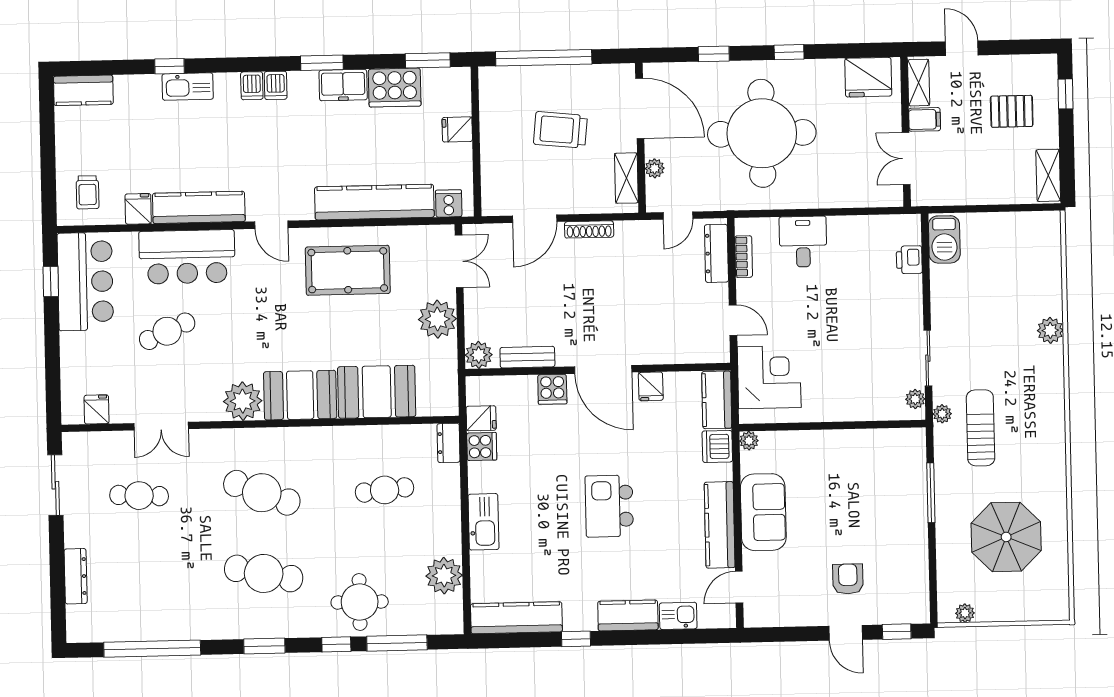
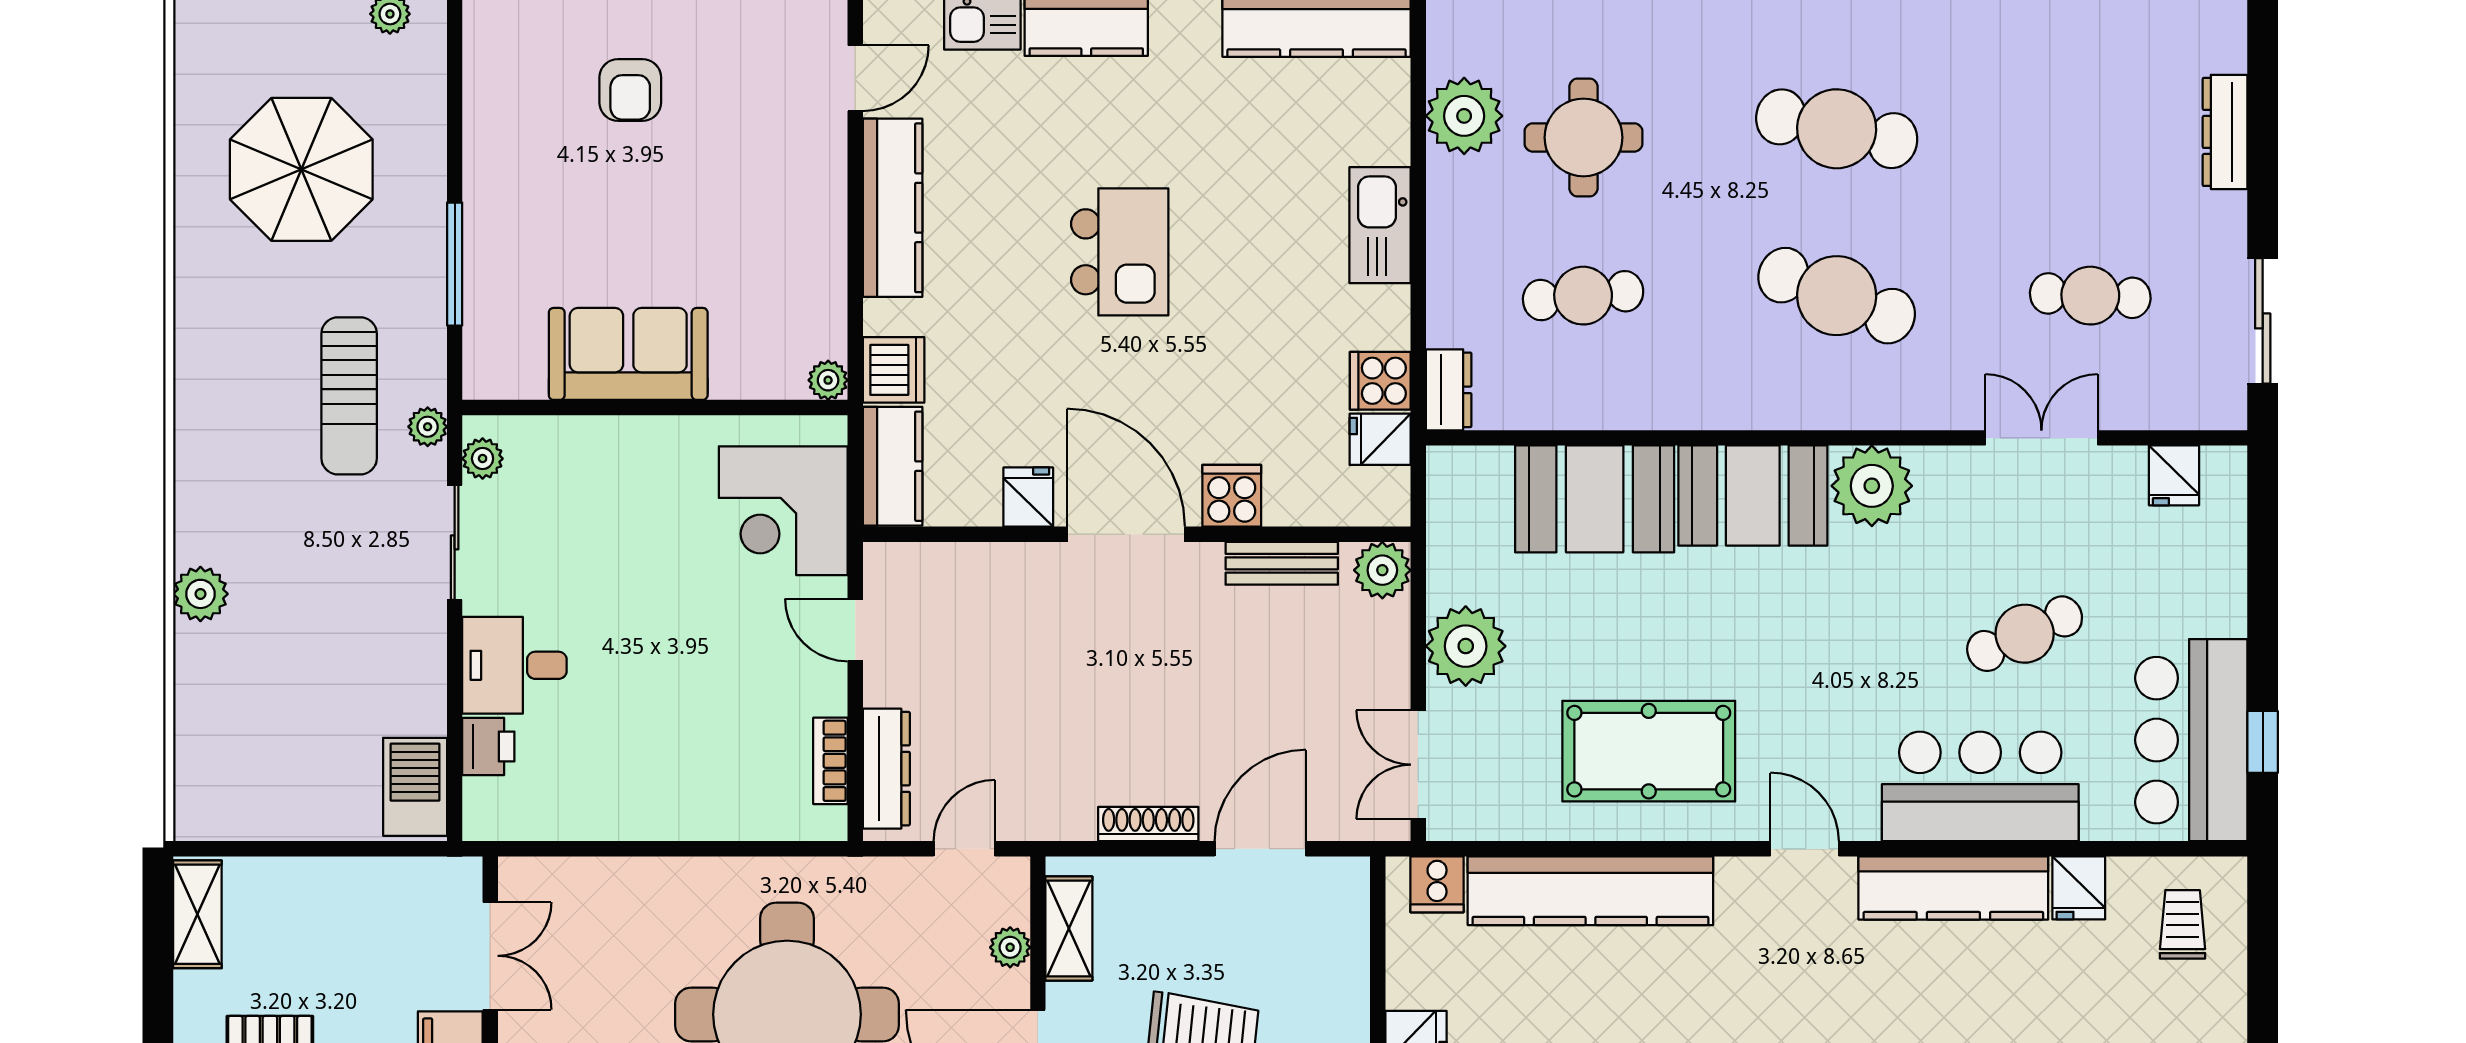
desk: (803, 242) -> (514, 665), moved, turned 90
sofa: (763, 512) -> (628, 354), moved, turned 90
round table: (360, 602) -> (1583, 137), moved

